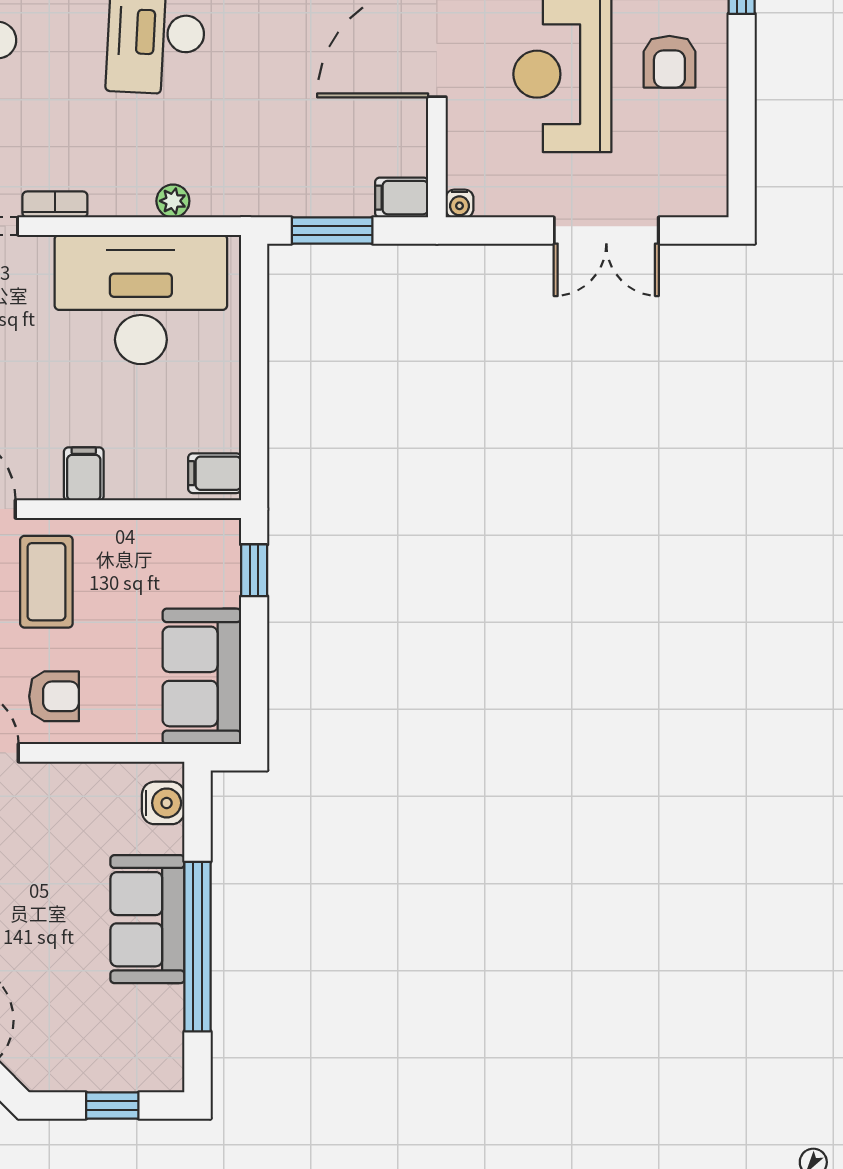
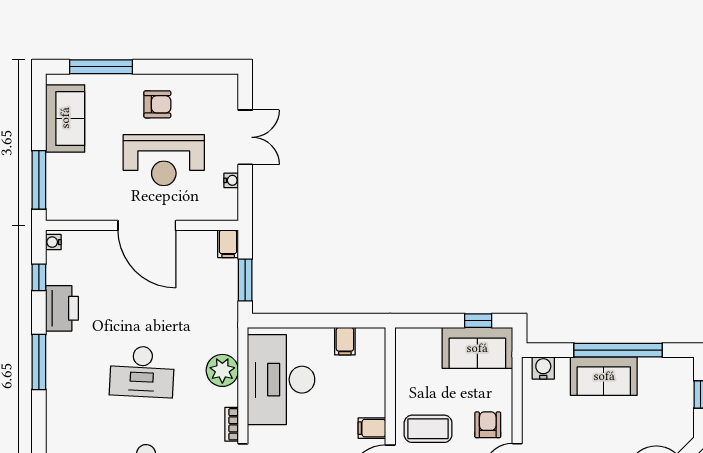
plant: (173, 201) -> (222, 370), width x1.88, depth x1.88
water cooler: (459, 204) -> (231, 180), moved
filing cabinet: (215, 473) -> (345, 341), moved
filing cabinet: (84, 474) -> (372, 428), moved
window: (254, 570) -> (478, 321), moved

